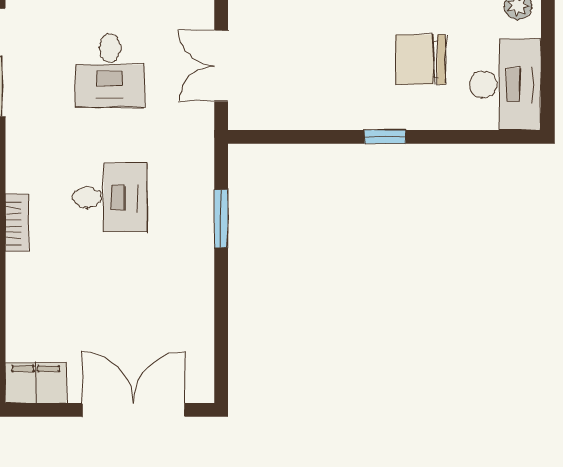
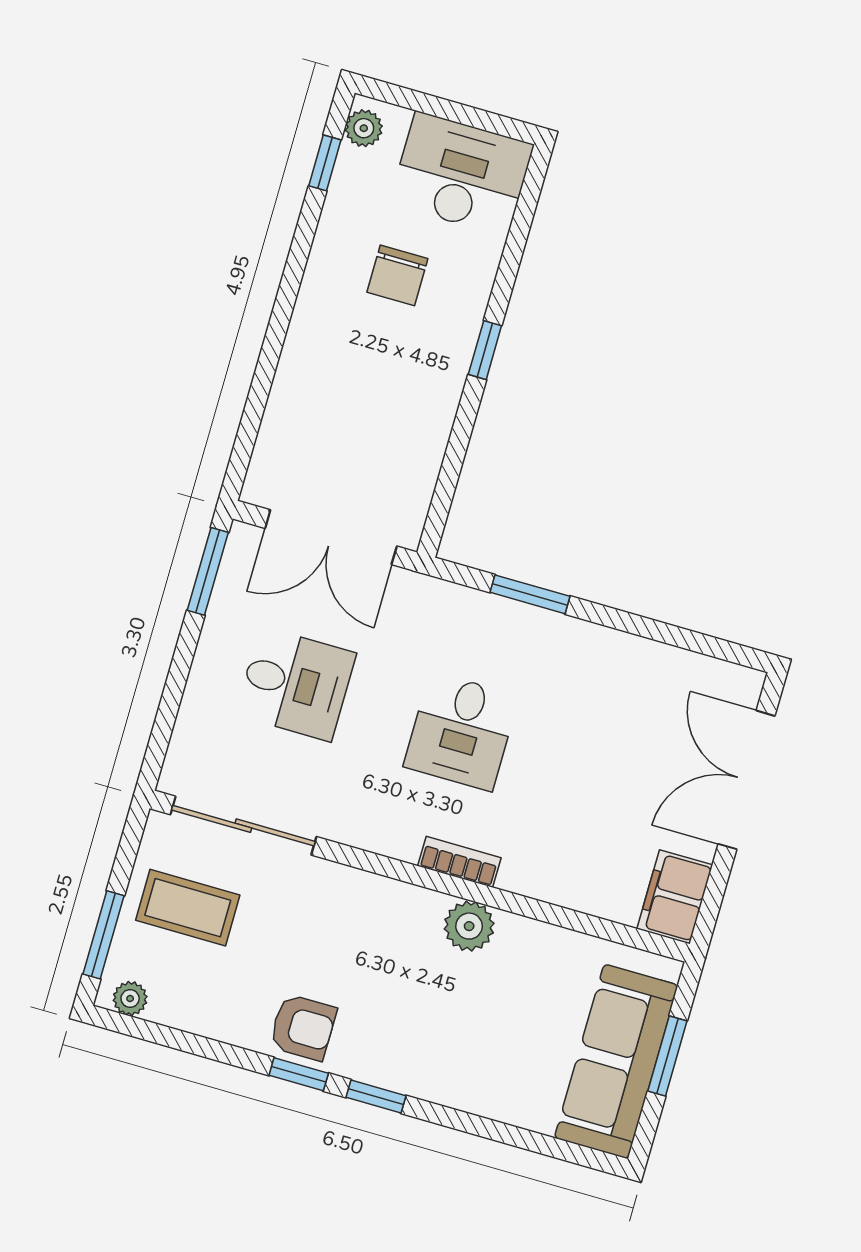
chair: (420, 60) -> (397, 275), width x0.73, depth x0.73
double door: (221, 66) -> (331, 537), width x1.37
desk: (110, 198) -> (461, 731), turned 180

